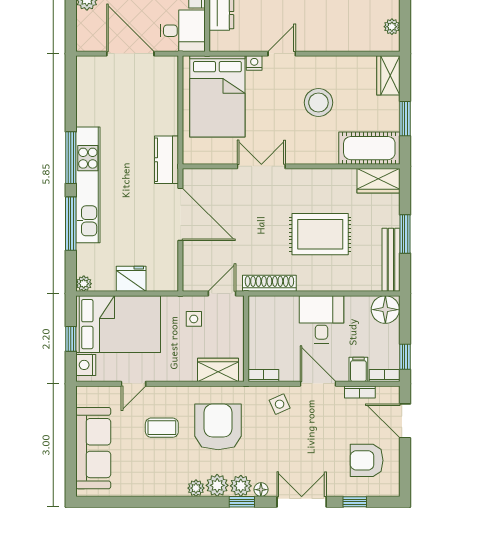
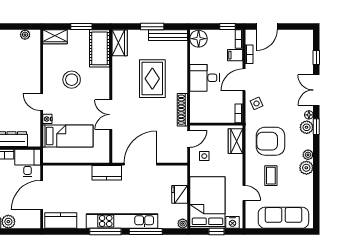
kitchen counter: (89, 85) -> (61, 220), added
bed: (217, 96) -> (68, 136), width x0.67
door: (222, 294) -> (189, 139), swing flipped
armchair: (367, 460) -> (291, 50), removed
plant: (217, 485) -> (306, 168), moved

